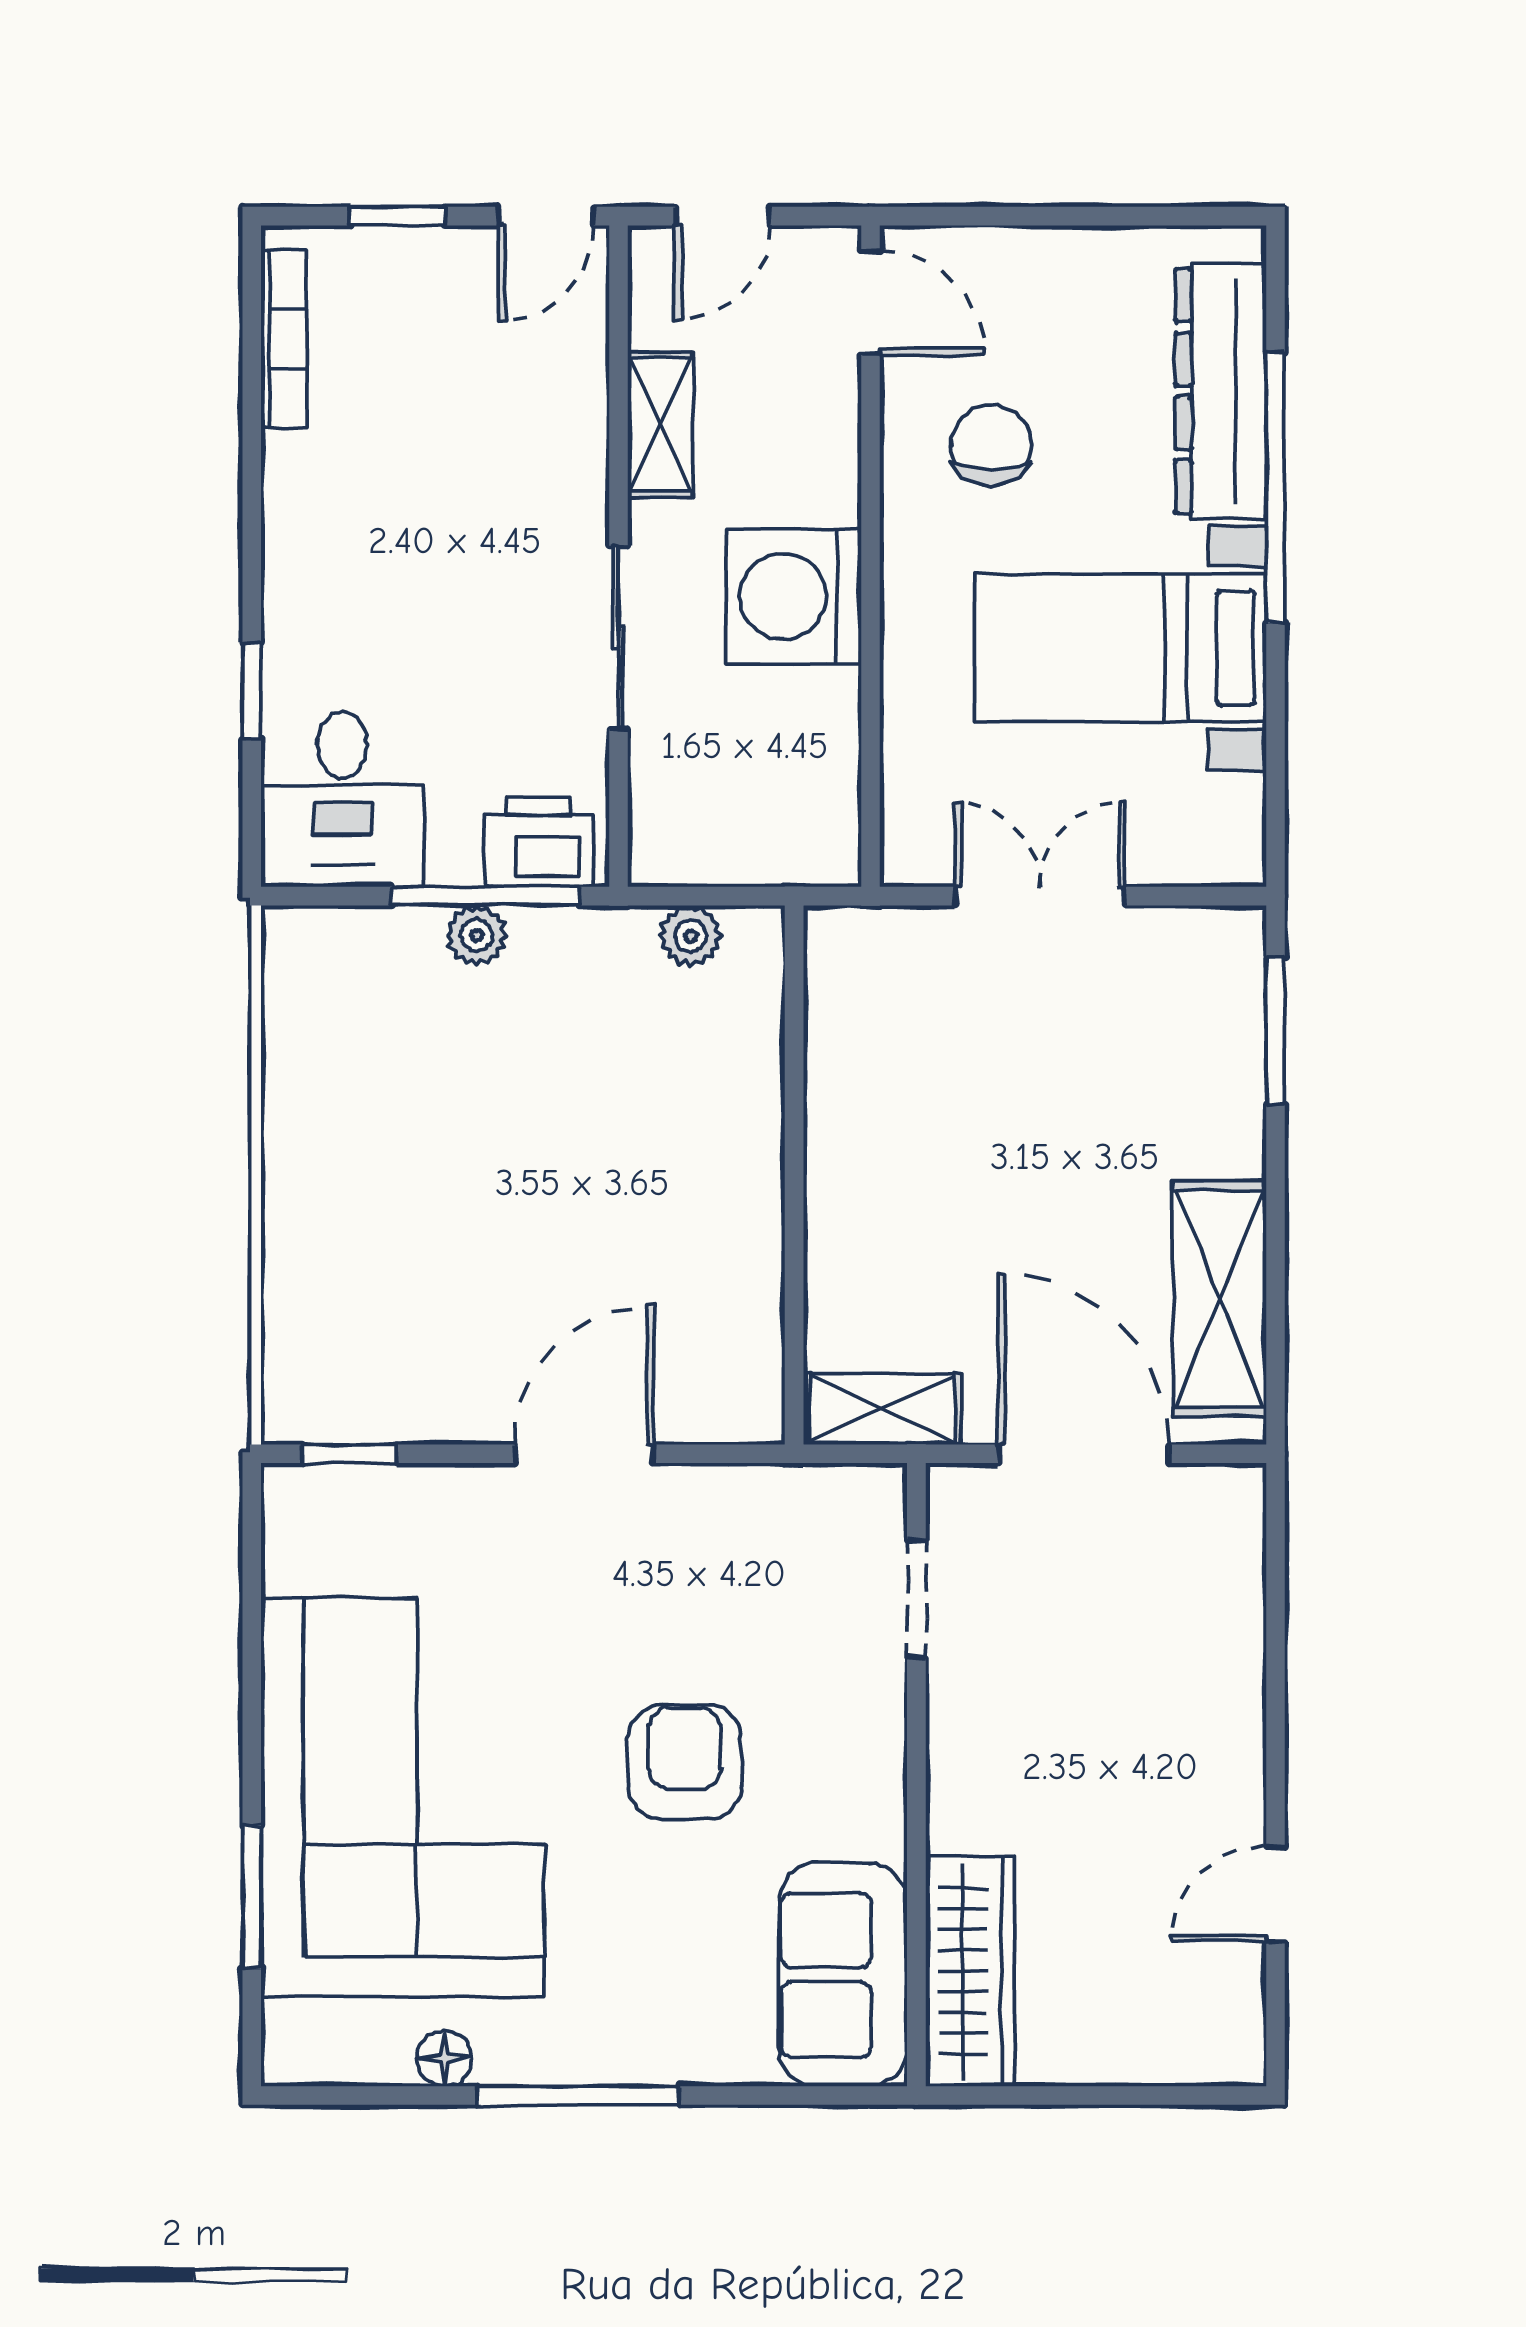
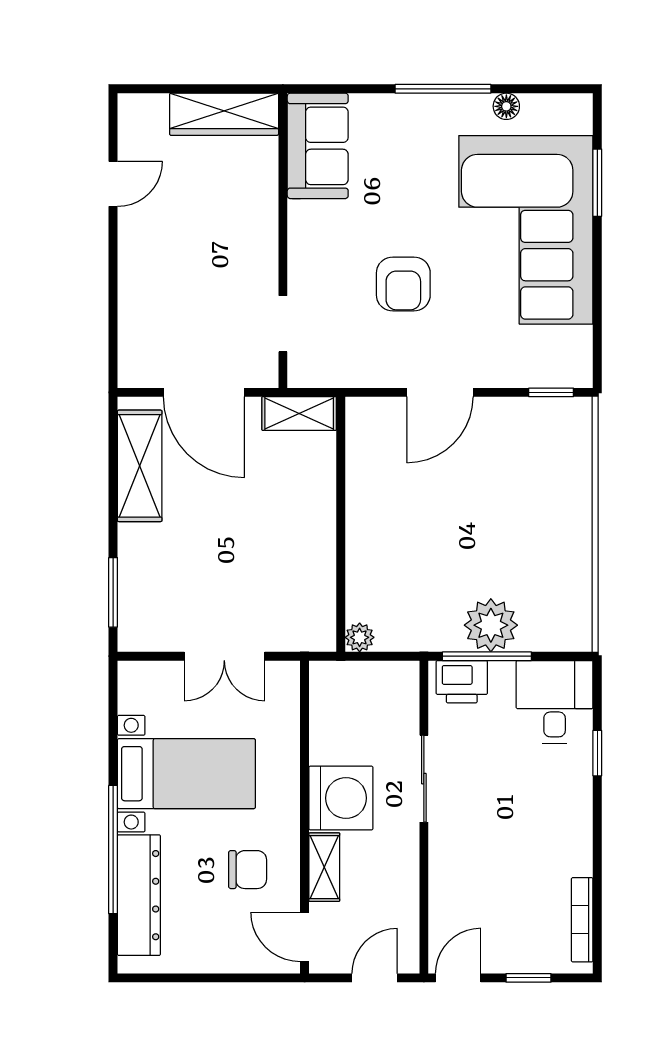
shelving: (660, 425) -> (324, 867), moved
chair: (991, 445) -> (248, 870), turned -90
plant: (477, 935) -> (491, 625), width x1.88, depth x1.88
plant: (691, 936) -> (360, 637), moved
armchair: (685, 1762) -> (403, 284), moved
wardrobe: (970, 1971) -> (224, 114), moved, turned -90

